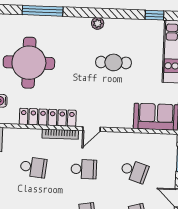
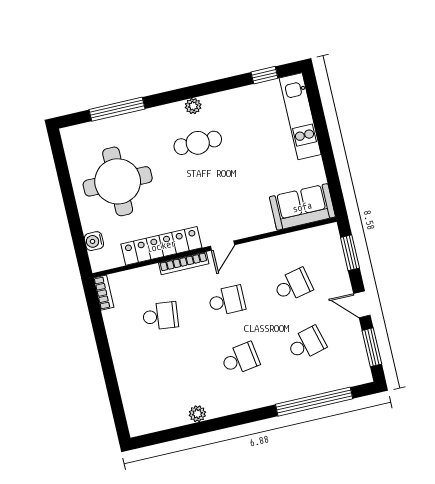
cafe table: (113, 62) -> (198, 143), moved
school desk: (134, 171) -> (293, 285), turned -30

